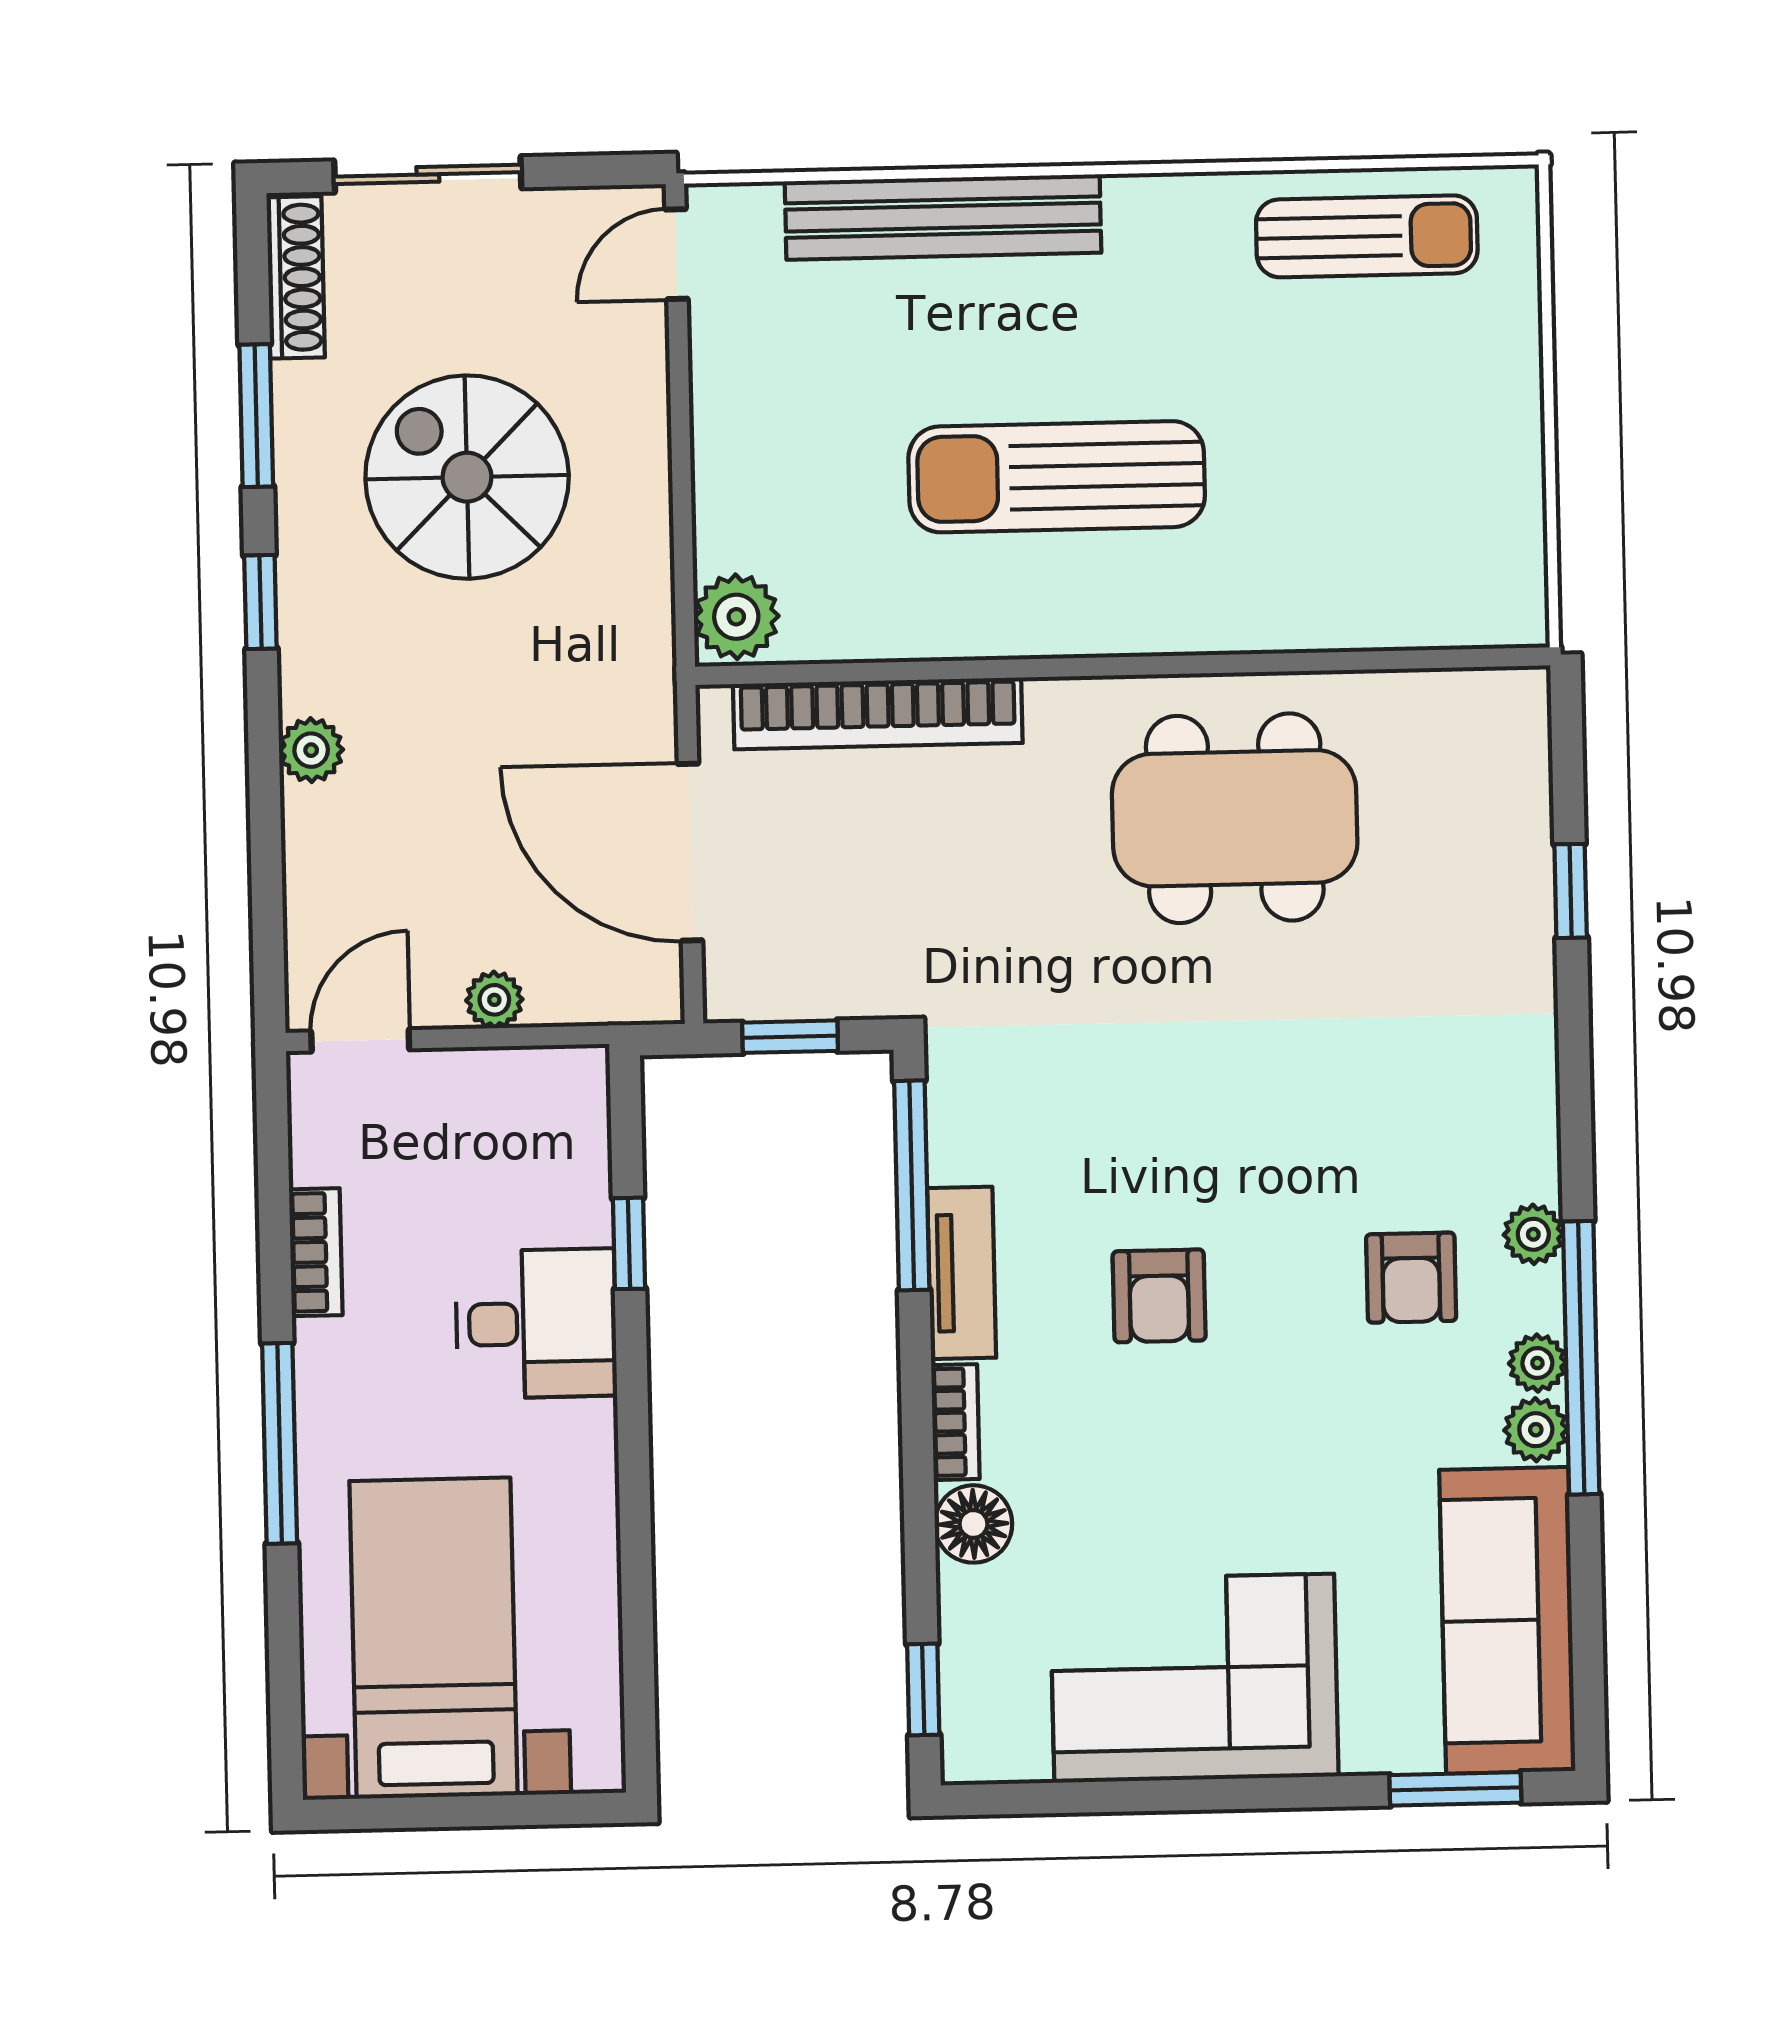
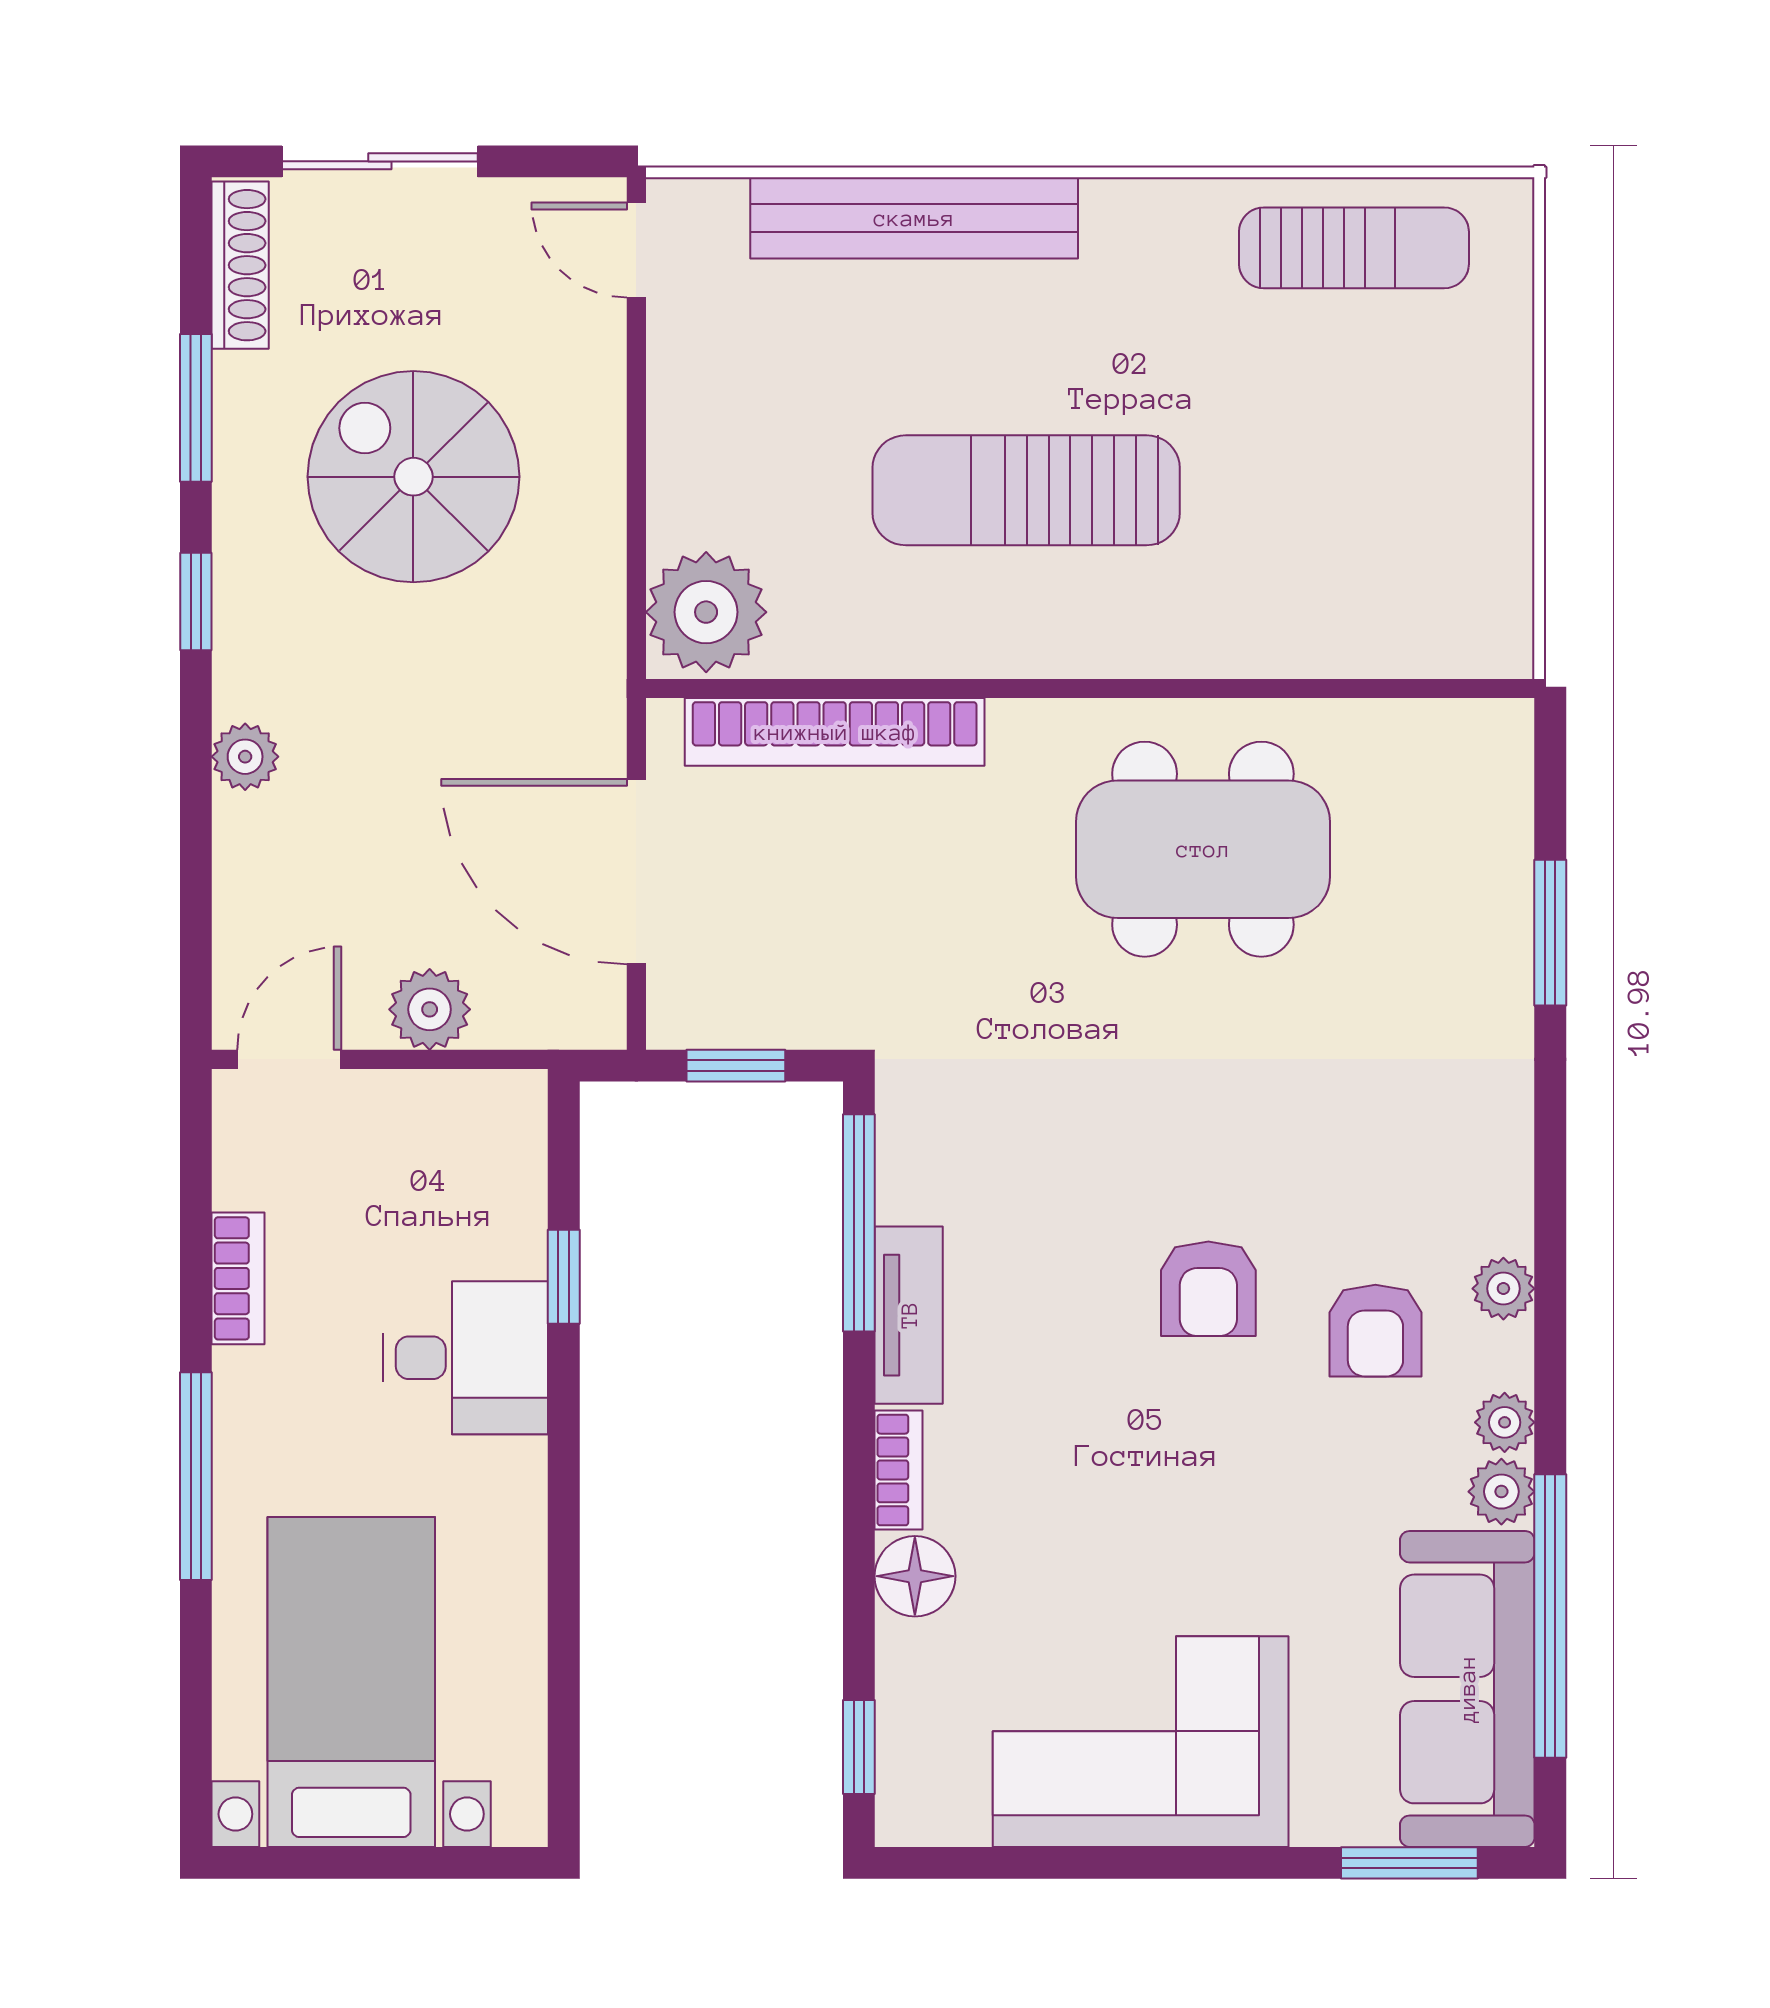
door: (676, 254) -> (636, 250), hinge flipped
plant: (736, 617) -> (706, 612), width x1.36, depth x1.36
window: (1571, 891) -> (1550, 933), width x1.50
plant: (494, 1000) -> (430, 1009), width x1.38, depth x1.38
armchair: (1159, 1296) -> (1208, 1289), moved
window: (1581, 1358) -> (1550, 1616), moved

